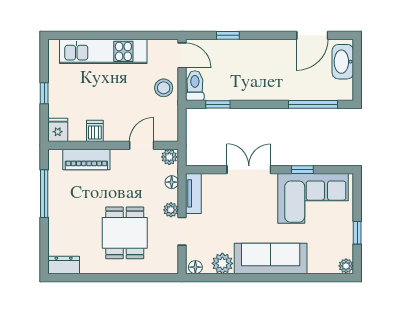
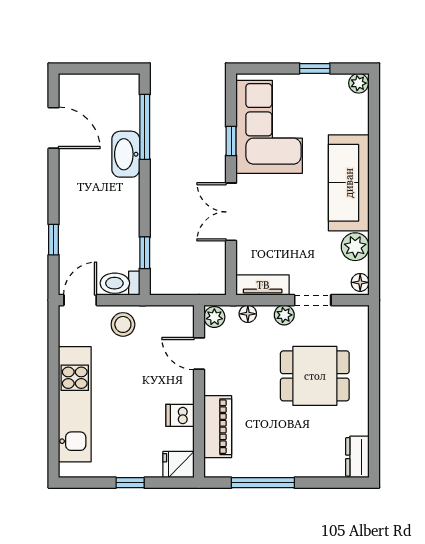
washbasin: (343, 62) -> (126, 154), moved, turned 90

